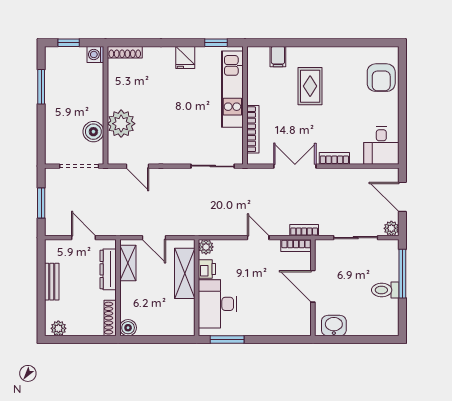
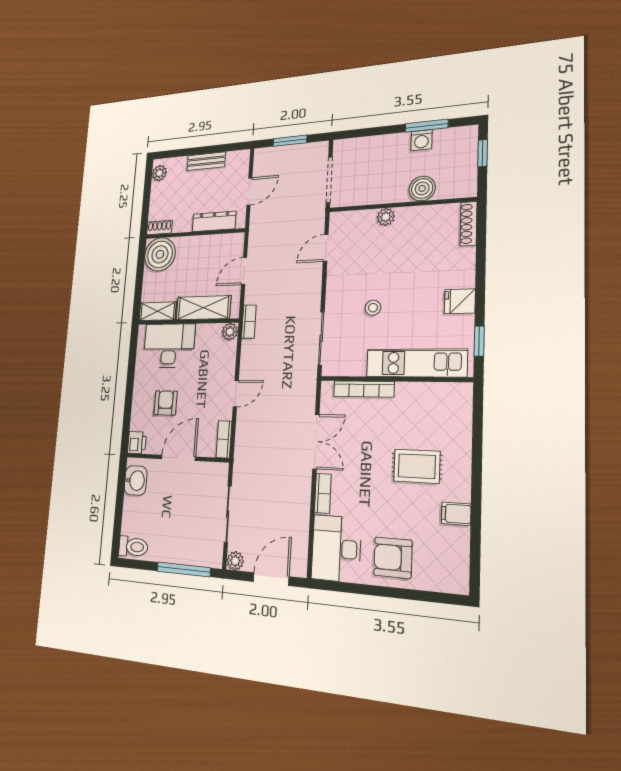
washing machine: (95, 54) -> (421, 140), moved, turned 180
filing cabinet: (278, 57) -> (456, 514), moved
armchair: (381, 78) -> (393, 558), moved
plant: (121, 124) -> (386, 217), width x0.53, depth x0.53
stool: (189, 125) -> (373, 308), added
boiler: (93, 132) -> (422, 188), moved
desk: (381, 145) -> (336, 549), width x1.37
bookcase: (304, 230) -> (249, 322), moved
shelving: (128, 263) -> (158, 311), moved
printer: (207, 269) -> (137, 443), moved, turned -90
toilet: (385, 290) -> (133, 547), moved, turned 90
armchair: (267, 303) -> (166, 403), added
shoe rack: (110, 318) -> (159, 227), width x0.70
boiler: (128, 328) -> (160, 254), width x1.86, depth x1.86
window: (227, 340) -> (132, 357), removed

